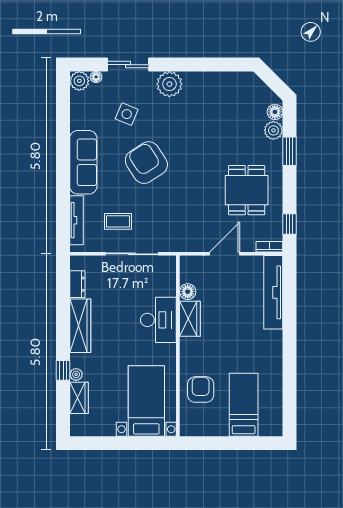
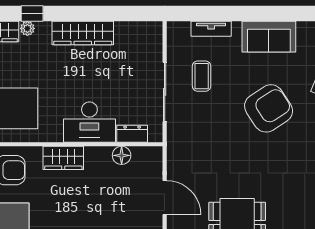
sofa: (83, 162) -> (269, 37), width x0.73
tv unit: (76, 220) -> (211, 29), width x0.71
dresser: (77, 284) -> (132, 134), moved, turned 180
wardrobe: (190, 319) -> (63, 158), moved

